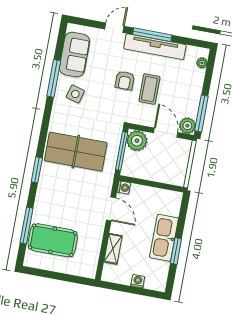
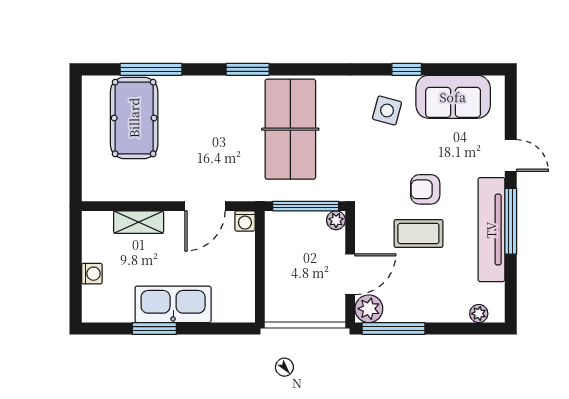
window: (54, 78) -> (407, 69), width x0.46
plant: (137, 141) -> (336, 220), width x0.53, depth x0.53

